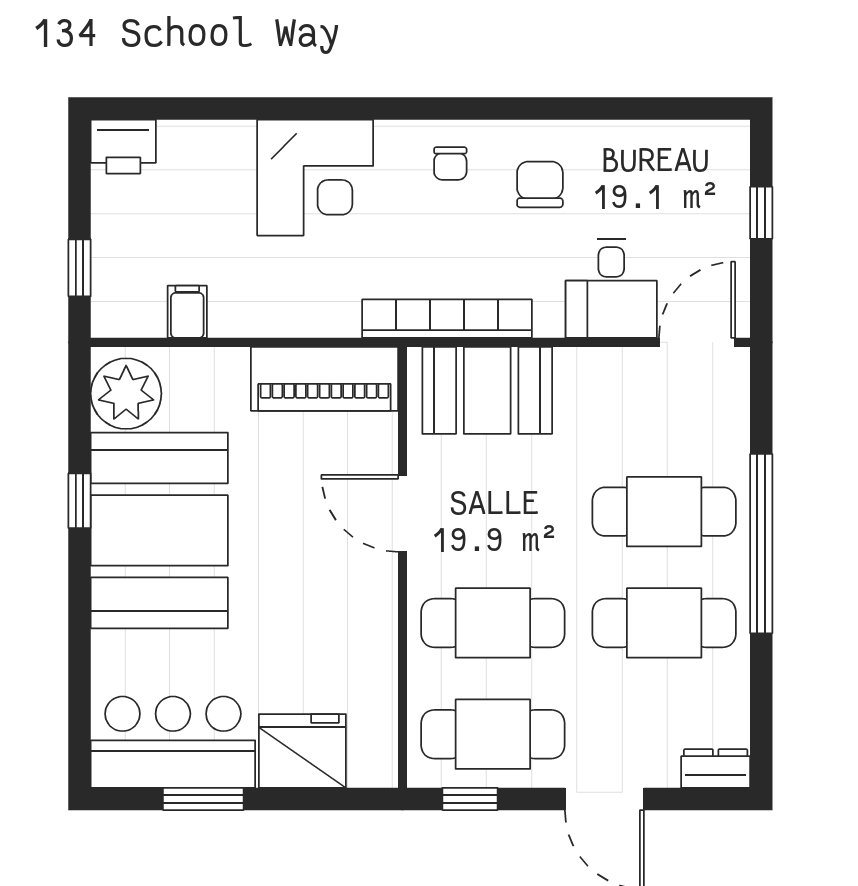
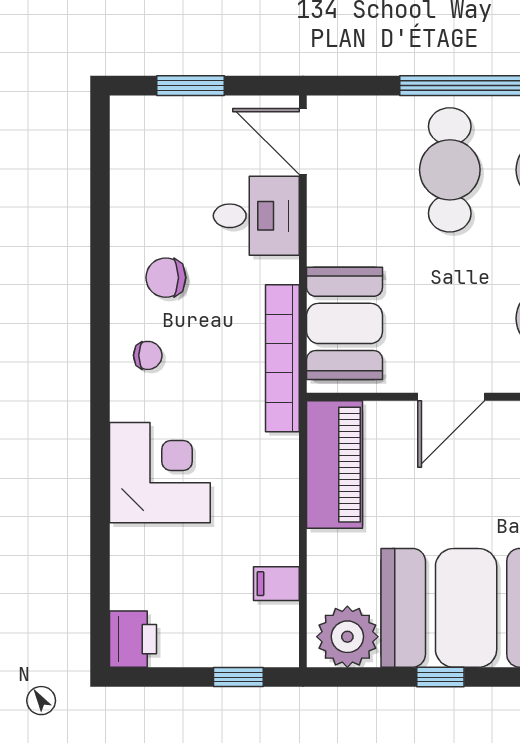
window: (761, 213) -> (190, 86), width x1.50

